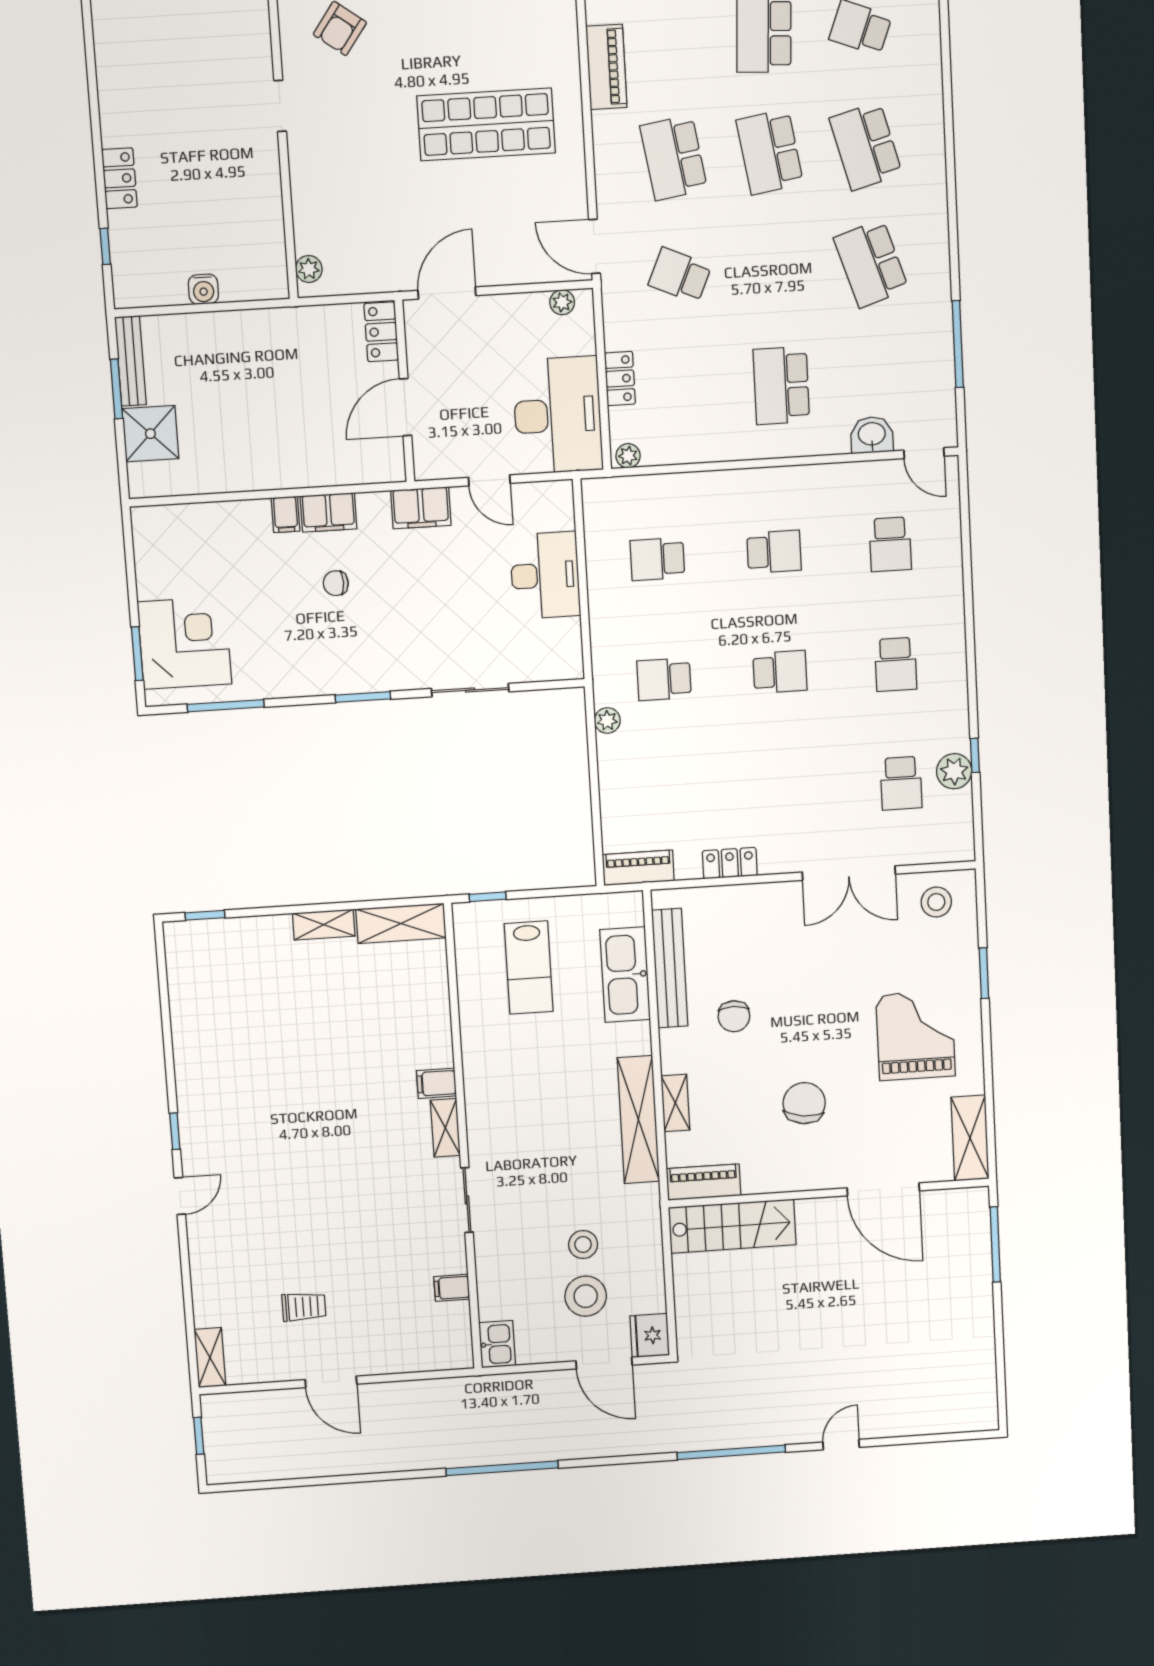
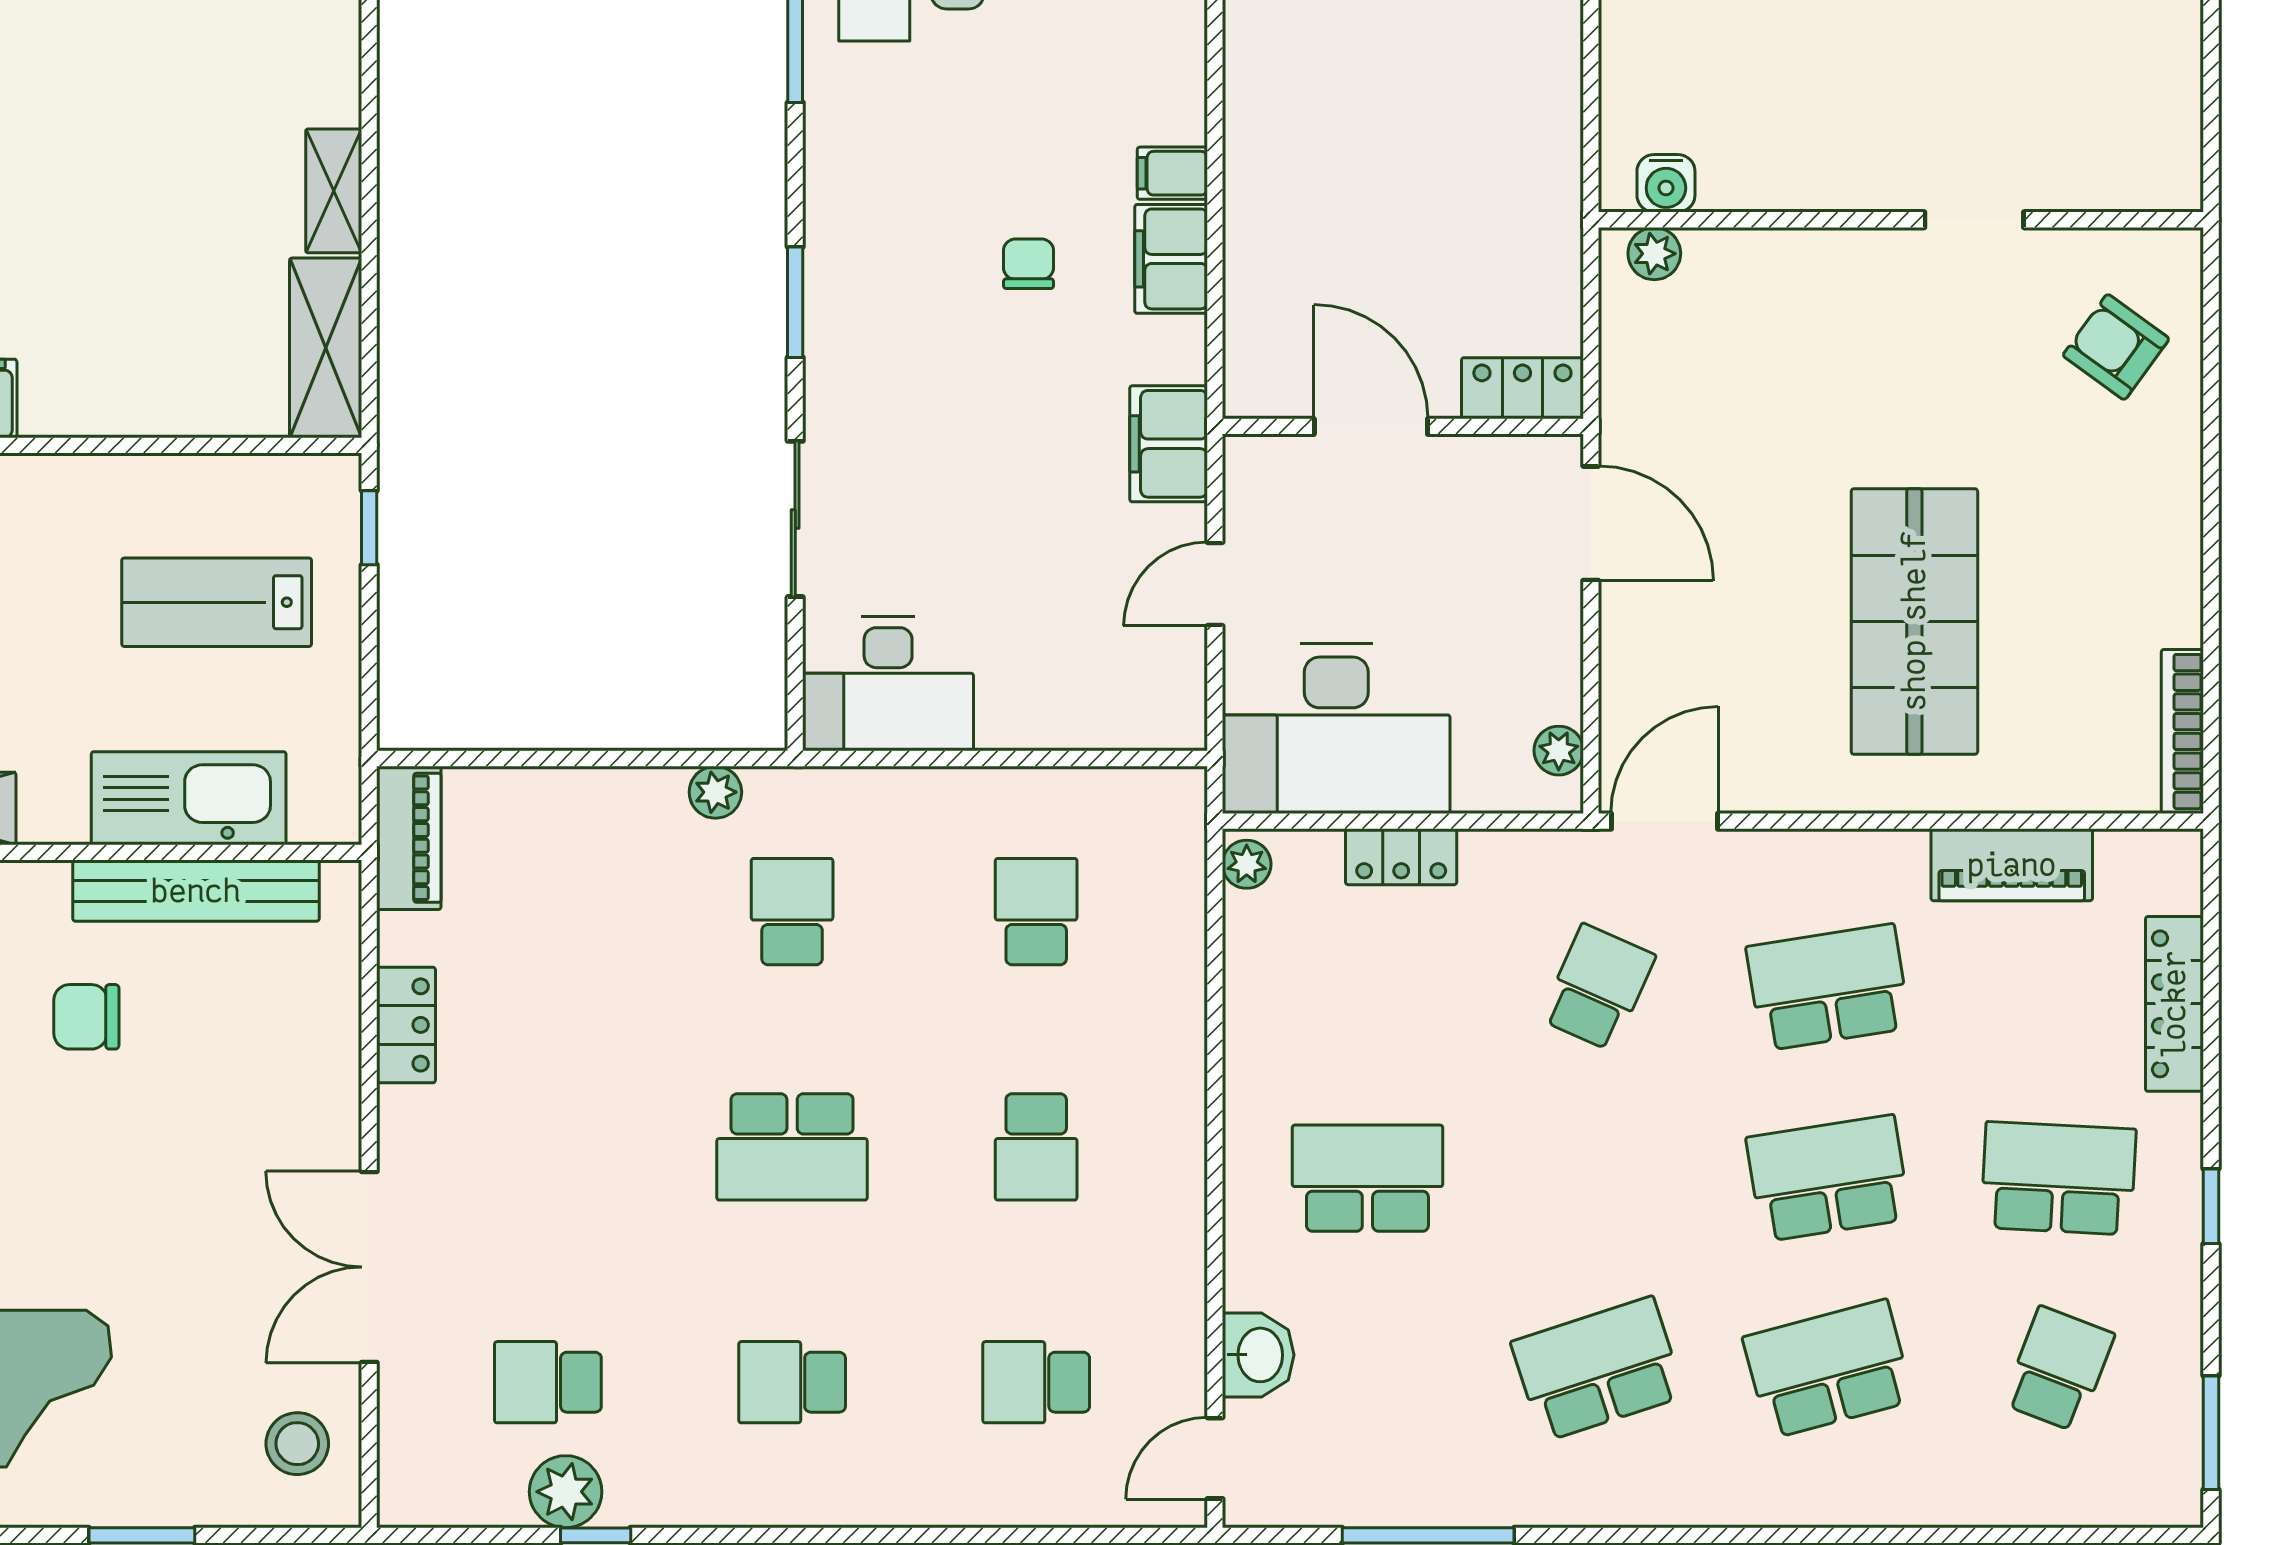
water cooler: (203, 289) -> (1666, 183), moved, turned -90
desk: (545, 575) -> (888, 684), moved
school desk: (780, 672) -> (792, 1147), width x1.85

